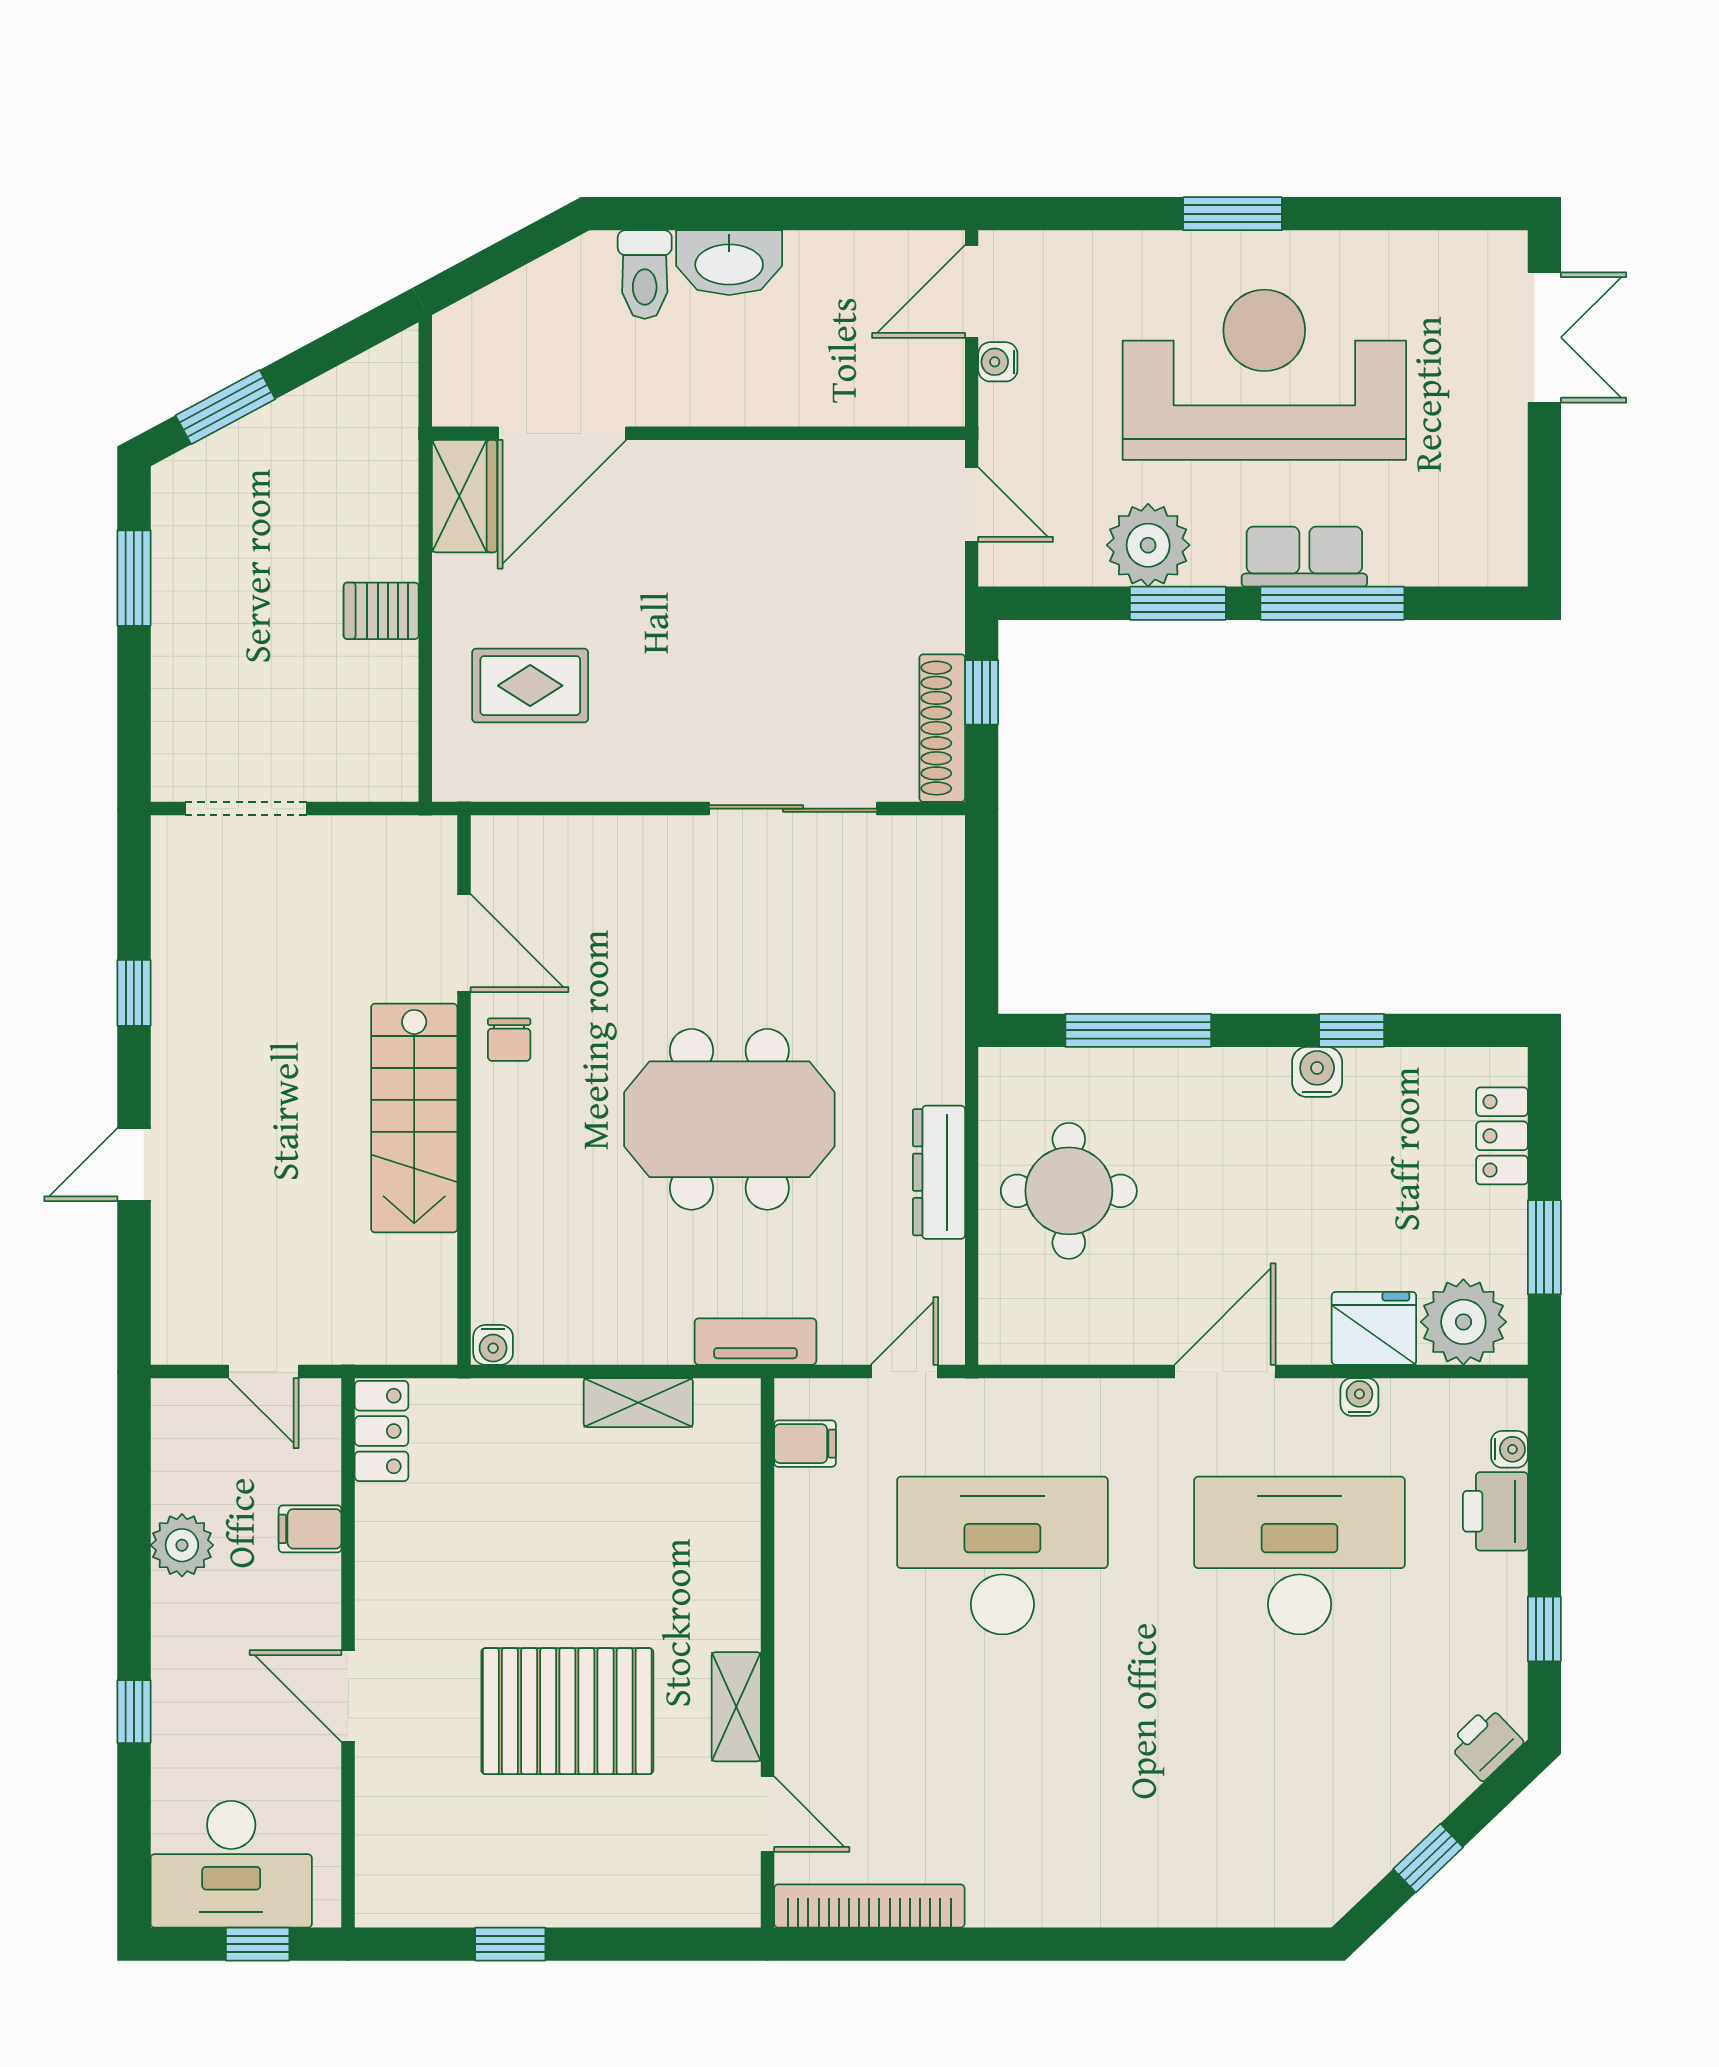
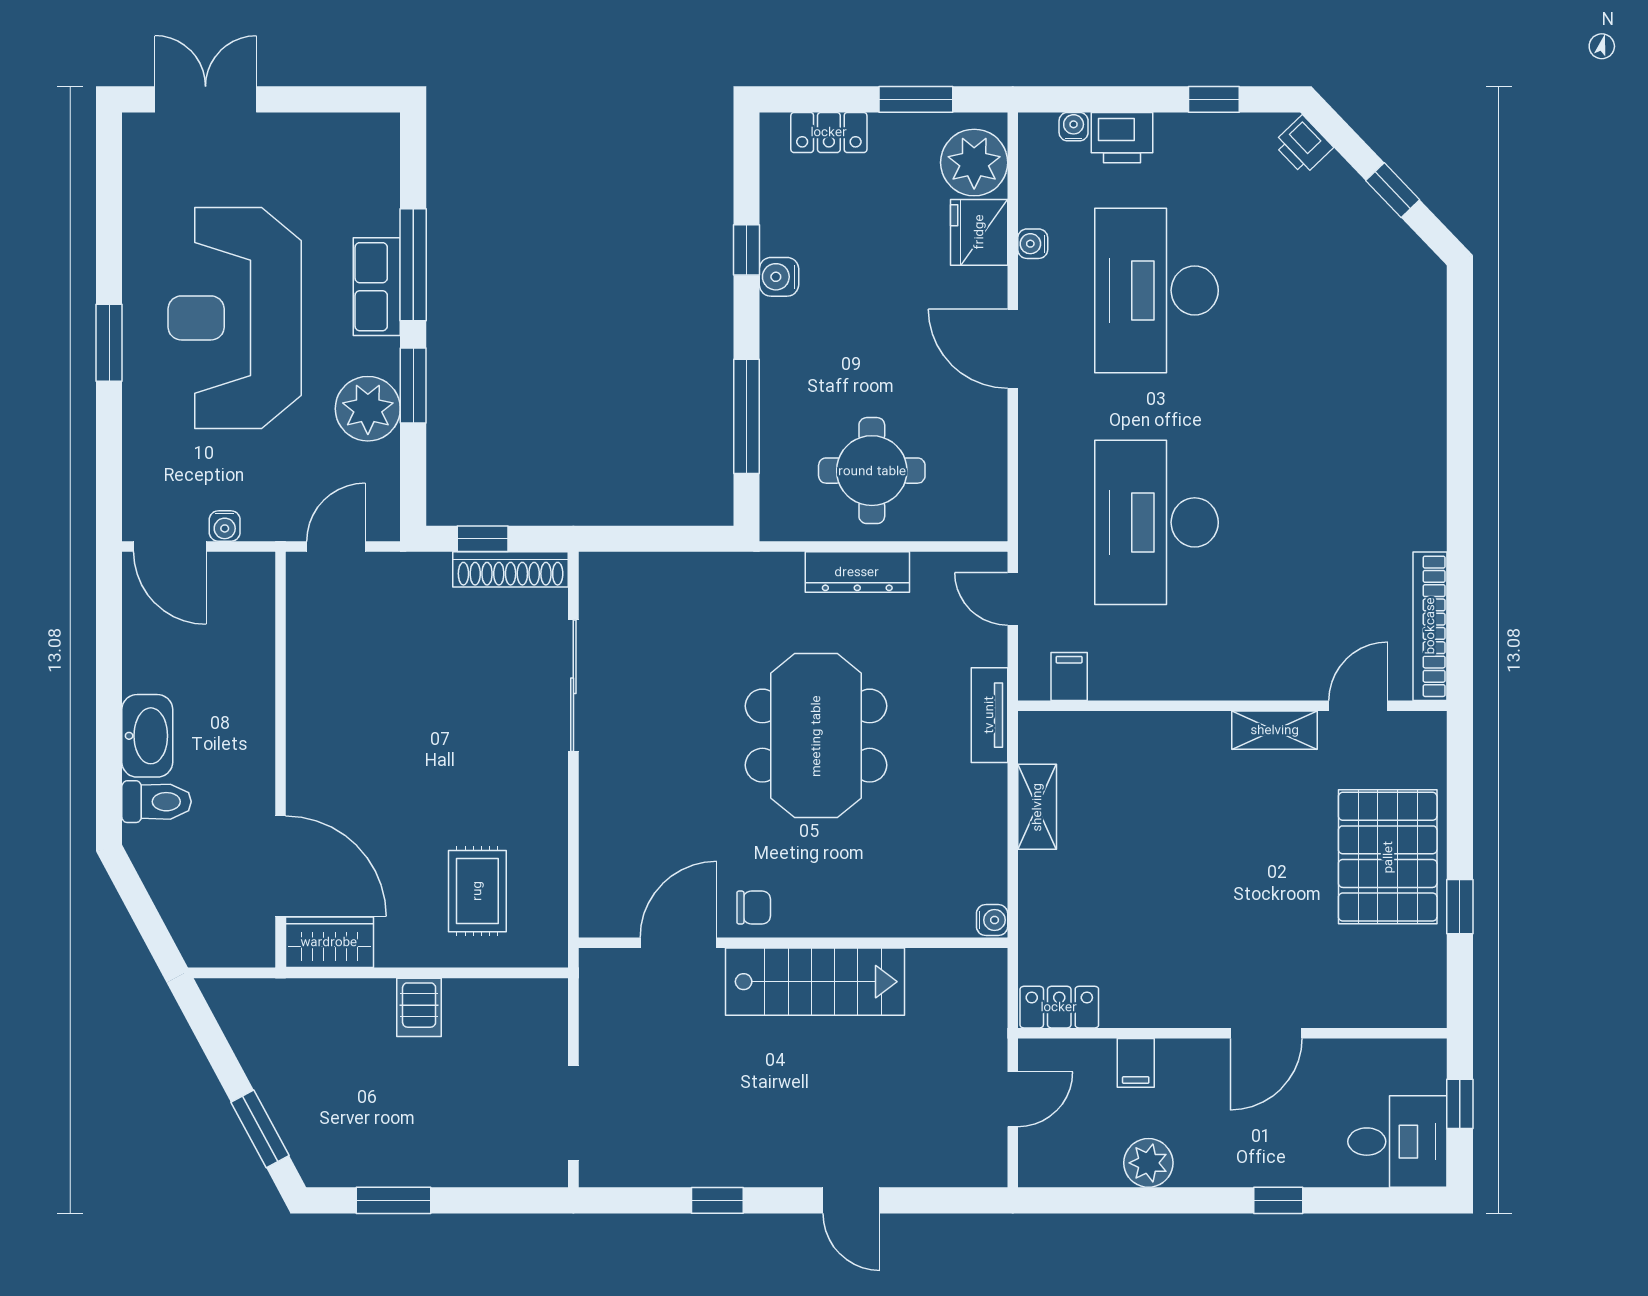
pallet: (567, 1711) -> (1388, 857), moved
desk: (231, 1864) -> (1397, 1142), width x0.73

